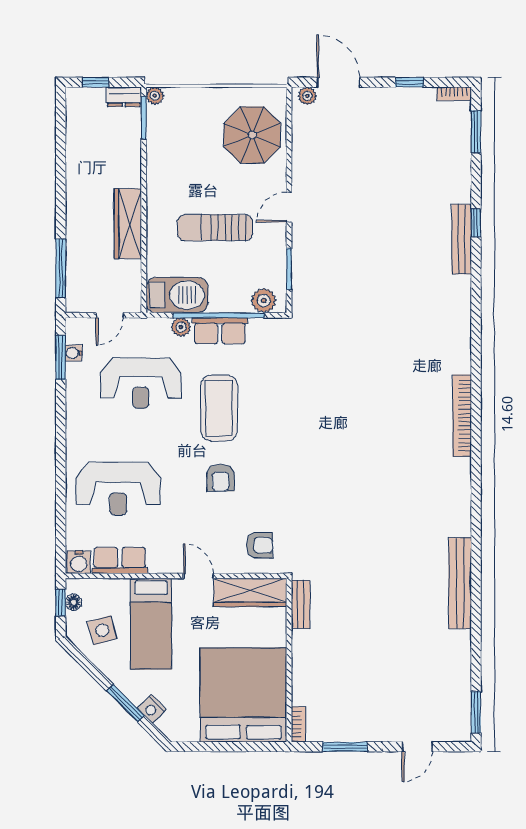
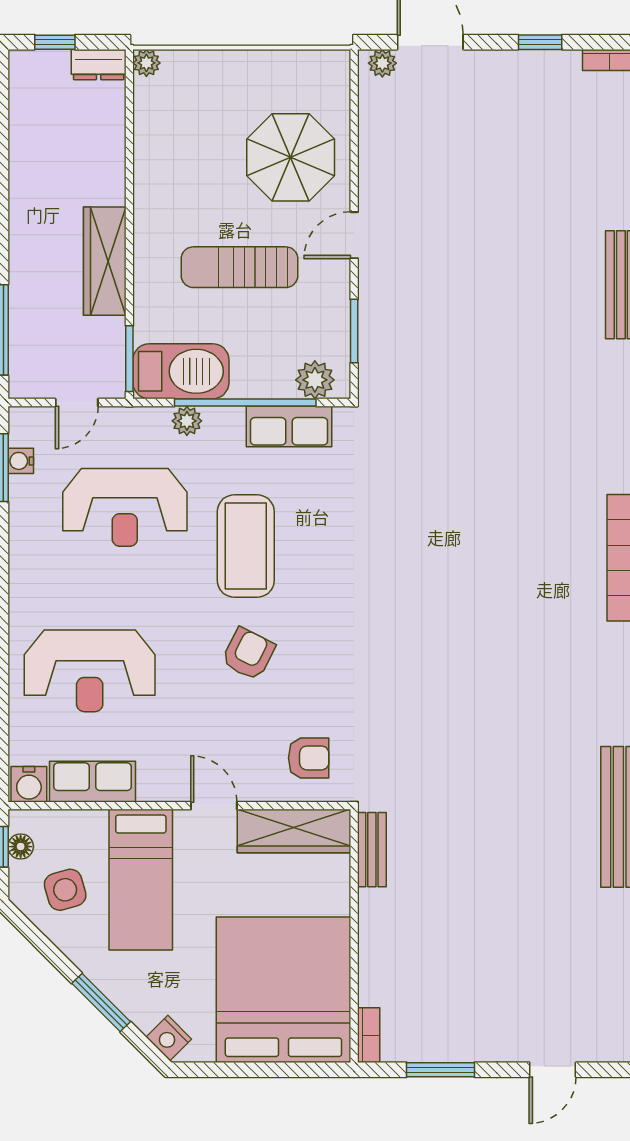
window: (144, 118) -> (129, 359), moved
parasol: (252, 135) -> (291, 157), moved
row of seats: (220, 331) -> (289, 426), moved
armchair: (221, 478) -> (248, 654), turned -153
nightstand: (152, 709) -> (169, 1038), moved

